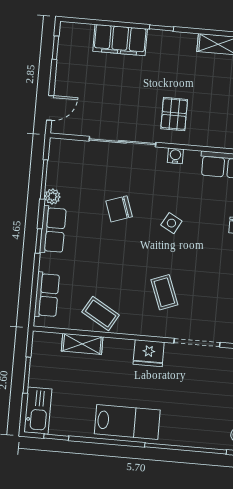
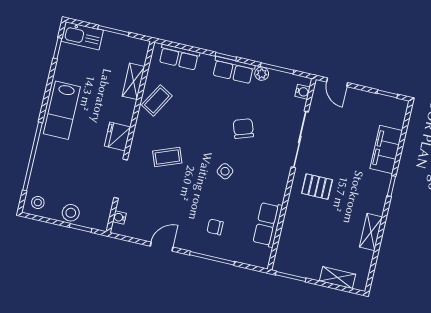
water cooler: (175, 156) -> (302, 92), moved

